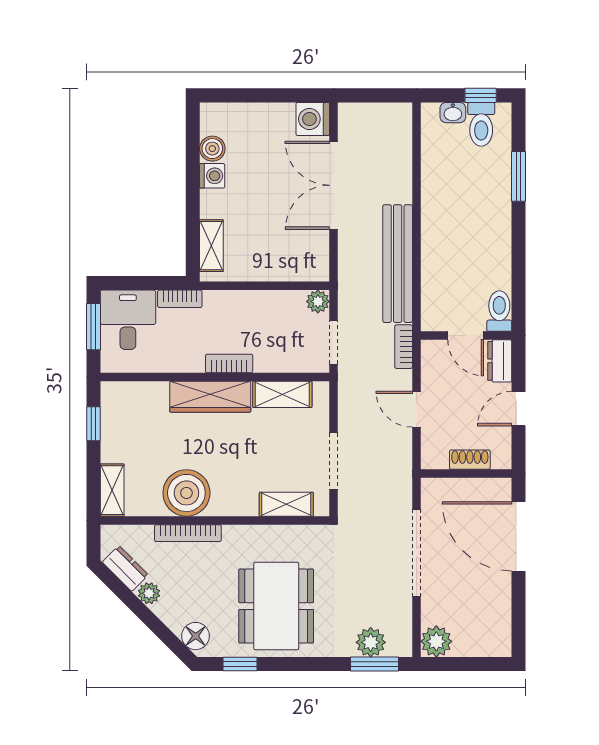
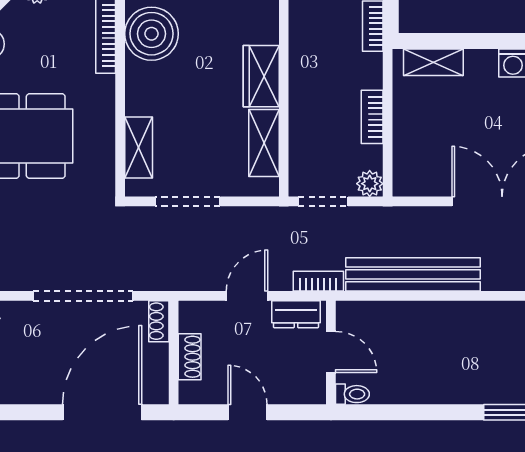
toilet: (499, 311) -> (352, 394), width x0.73, depth x0.72
door: (466, 336) -> (331, 352), swing flipped
dresser: (500, 361) -> (296, 314), moved, turned 180
bookcase: (229, 363) -> (372, 117), moved, turned 180
wardrobe: (210, 397) -> (261, 76), width x0.67
shoe rack: (439, 486) -> (159, 321), added

